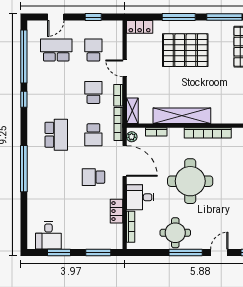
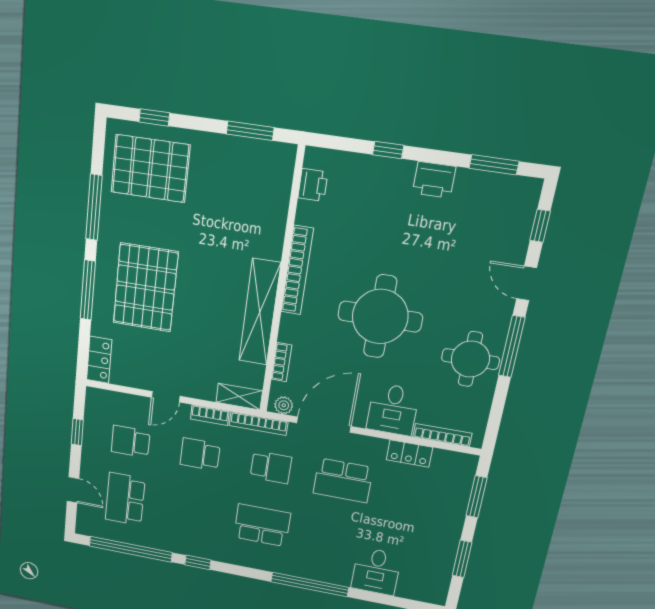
school desk: (93, 177) -> (343, 480), width x1.85
desk: (48, 235) -> (376, 571), moved, turned 90

